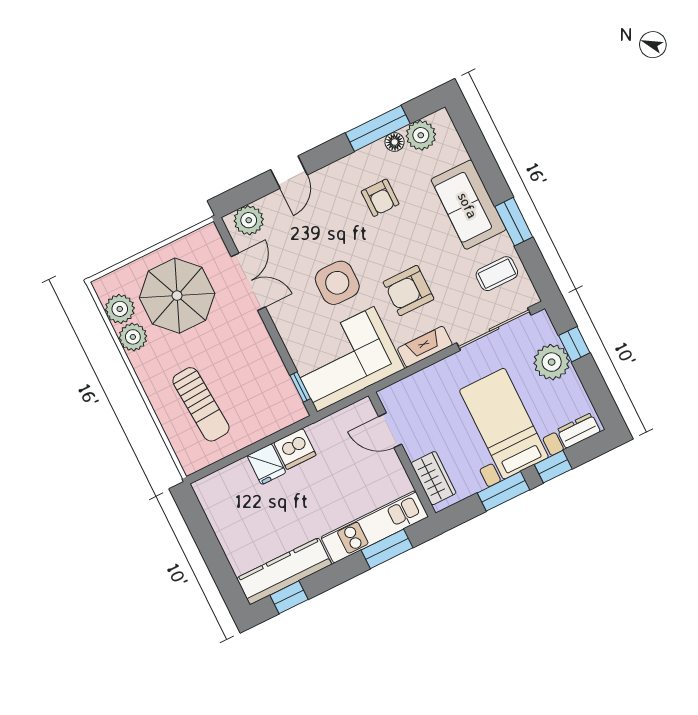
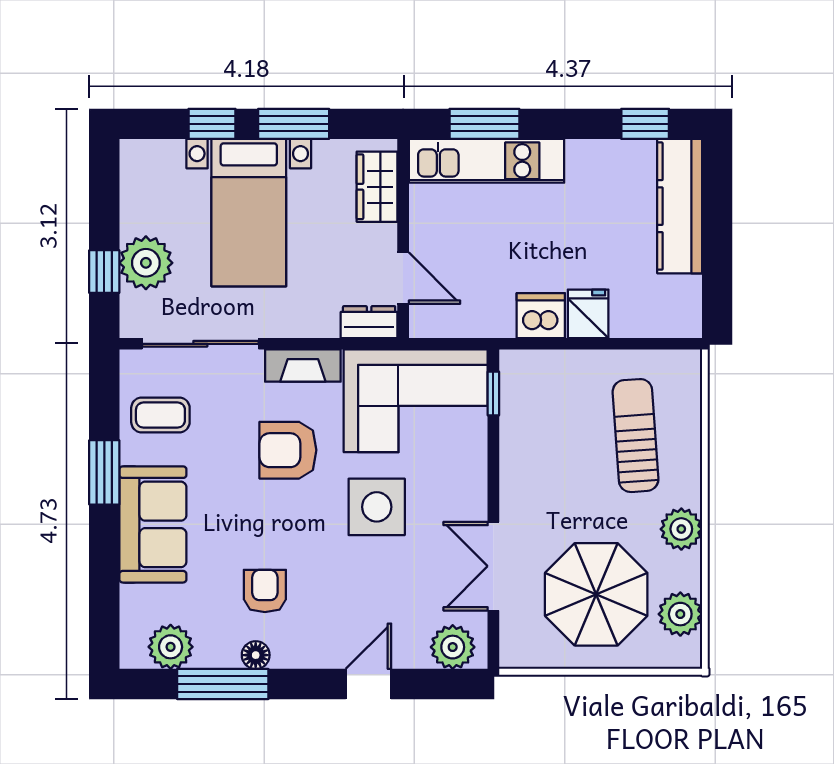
floor lamp: (395, 142) -> (256, 655), moved
armchair: (409, 291) -> (288, 450), turned 180
plant: (133, 337) -> (681, 529), moved
dresser: (579, 431) -> (369, 322), moved, turned 180
kitchen counter: (284, 571) -> (680, 206), moved, turned 90

